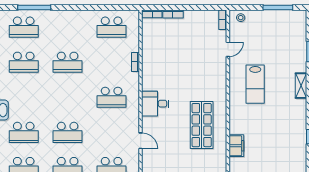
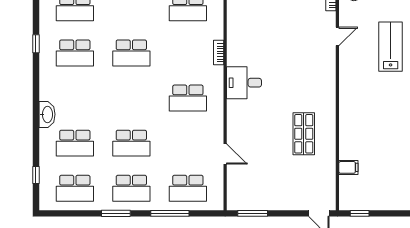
lab bench: (255, 84) -> (391, 47), moved, turned 180
desk: (155, 104) -> (244, 83), moved
shop shelf: (202, 125) -> (304, 134), width x0.70, depth x0.74
filing cabinet: (236, 146) -> (348, 167), width x0.50

